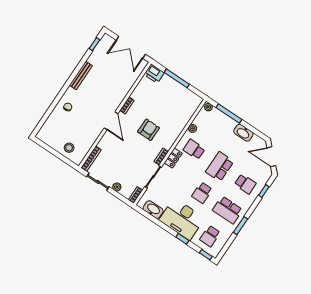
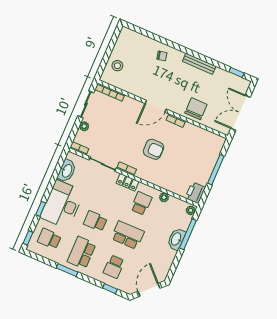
printer: (154, 74) -> (195, 193), moved
chair: (120, 86) -> (196, 109), added
washbasin: (243, 133) -> (176, 239), moved

